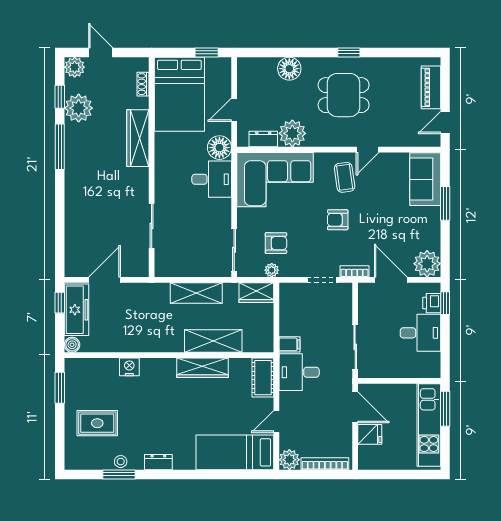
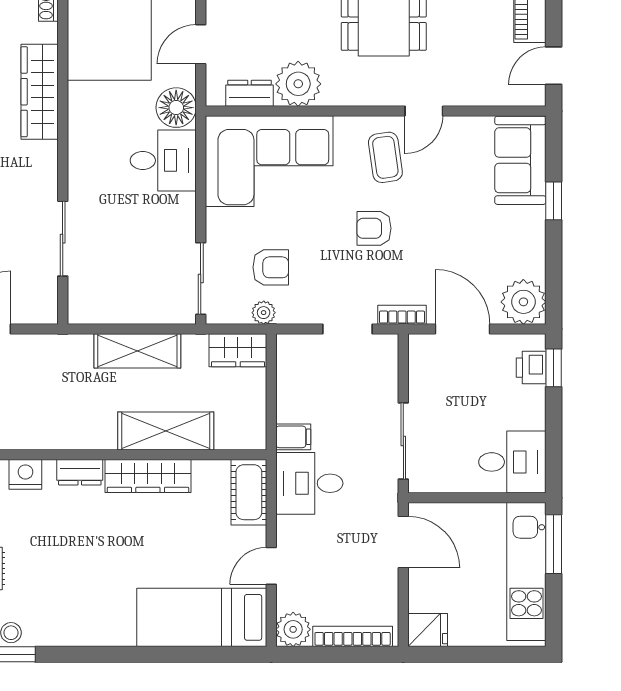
window: (445, 203) -> (554, 201), width x0.67
desk: (420, 333) -> (512, 462), moved
fridge: (370, 434) -> (428, 630), moved
dresser: (158, 462) -> (80, 472), moved, turned 180

